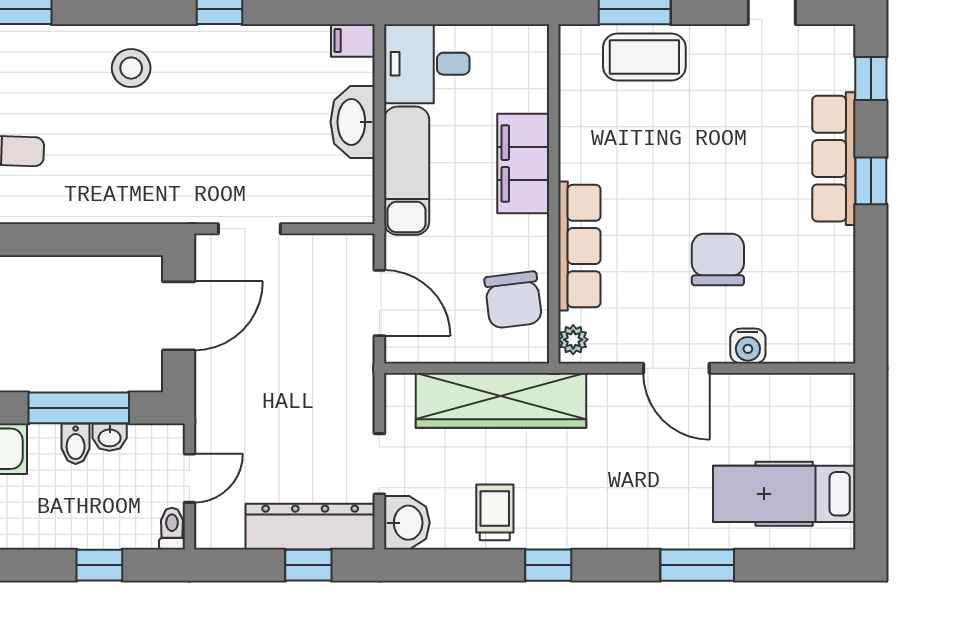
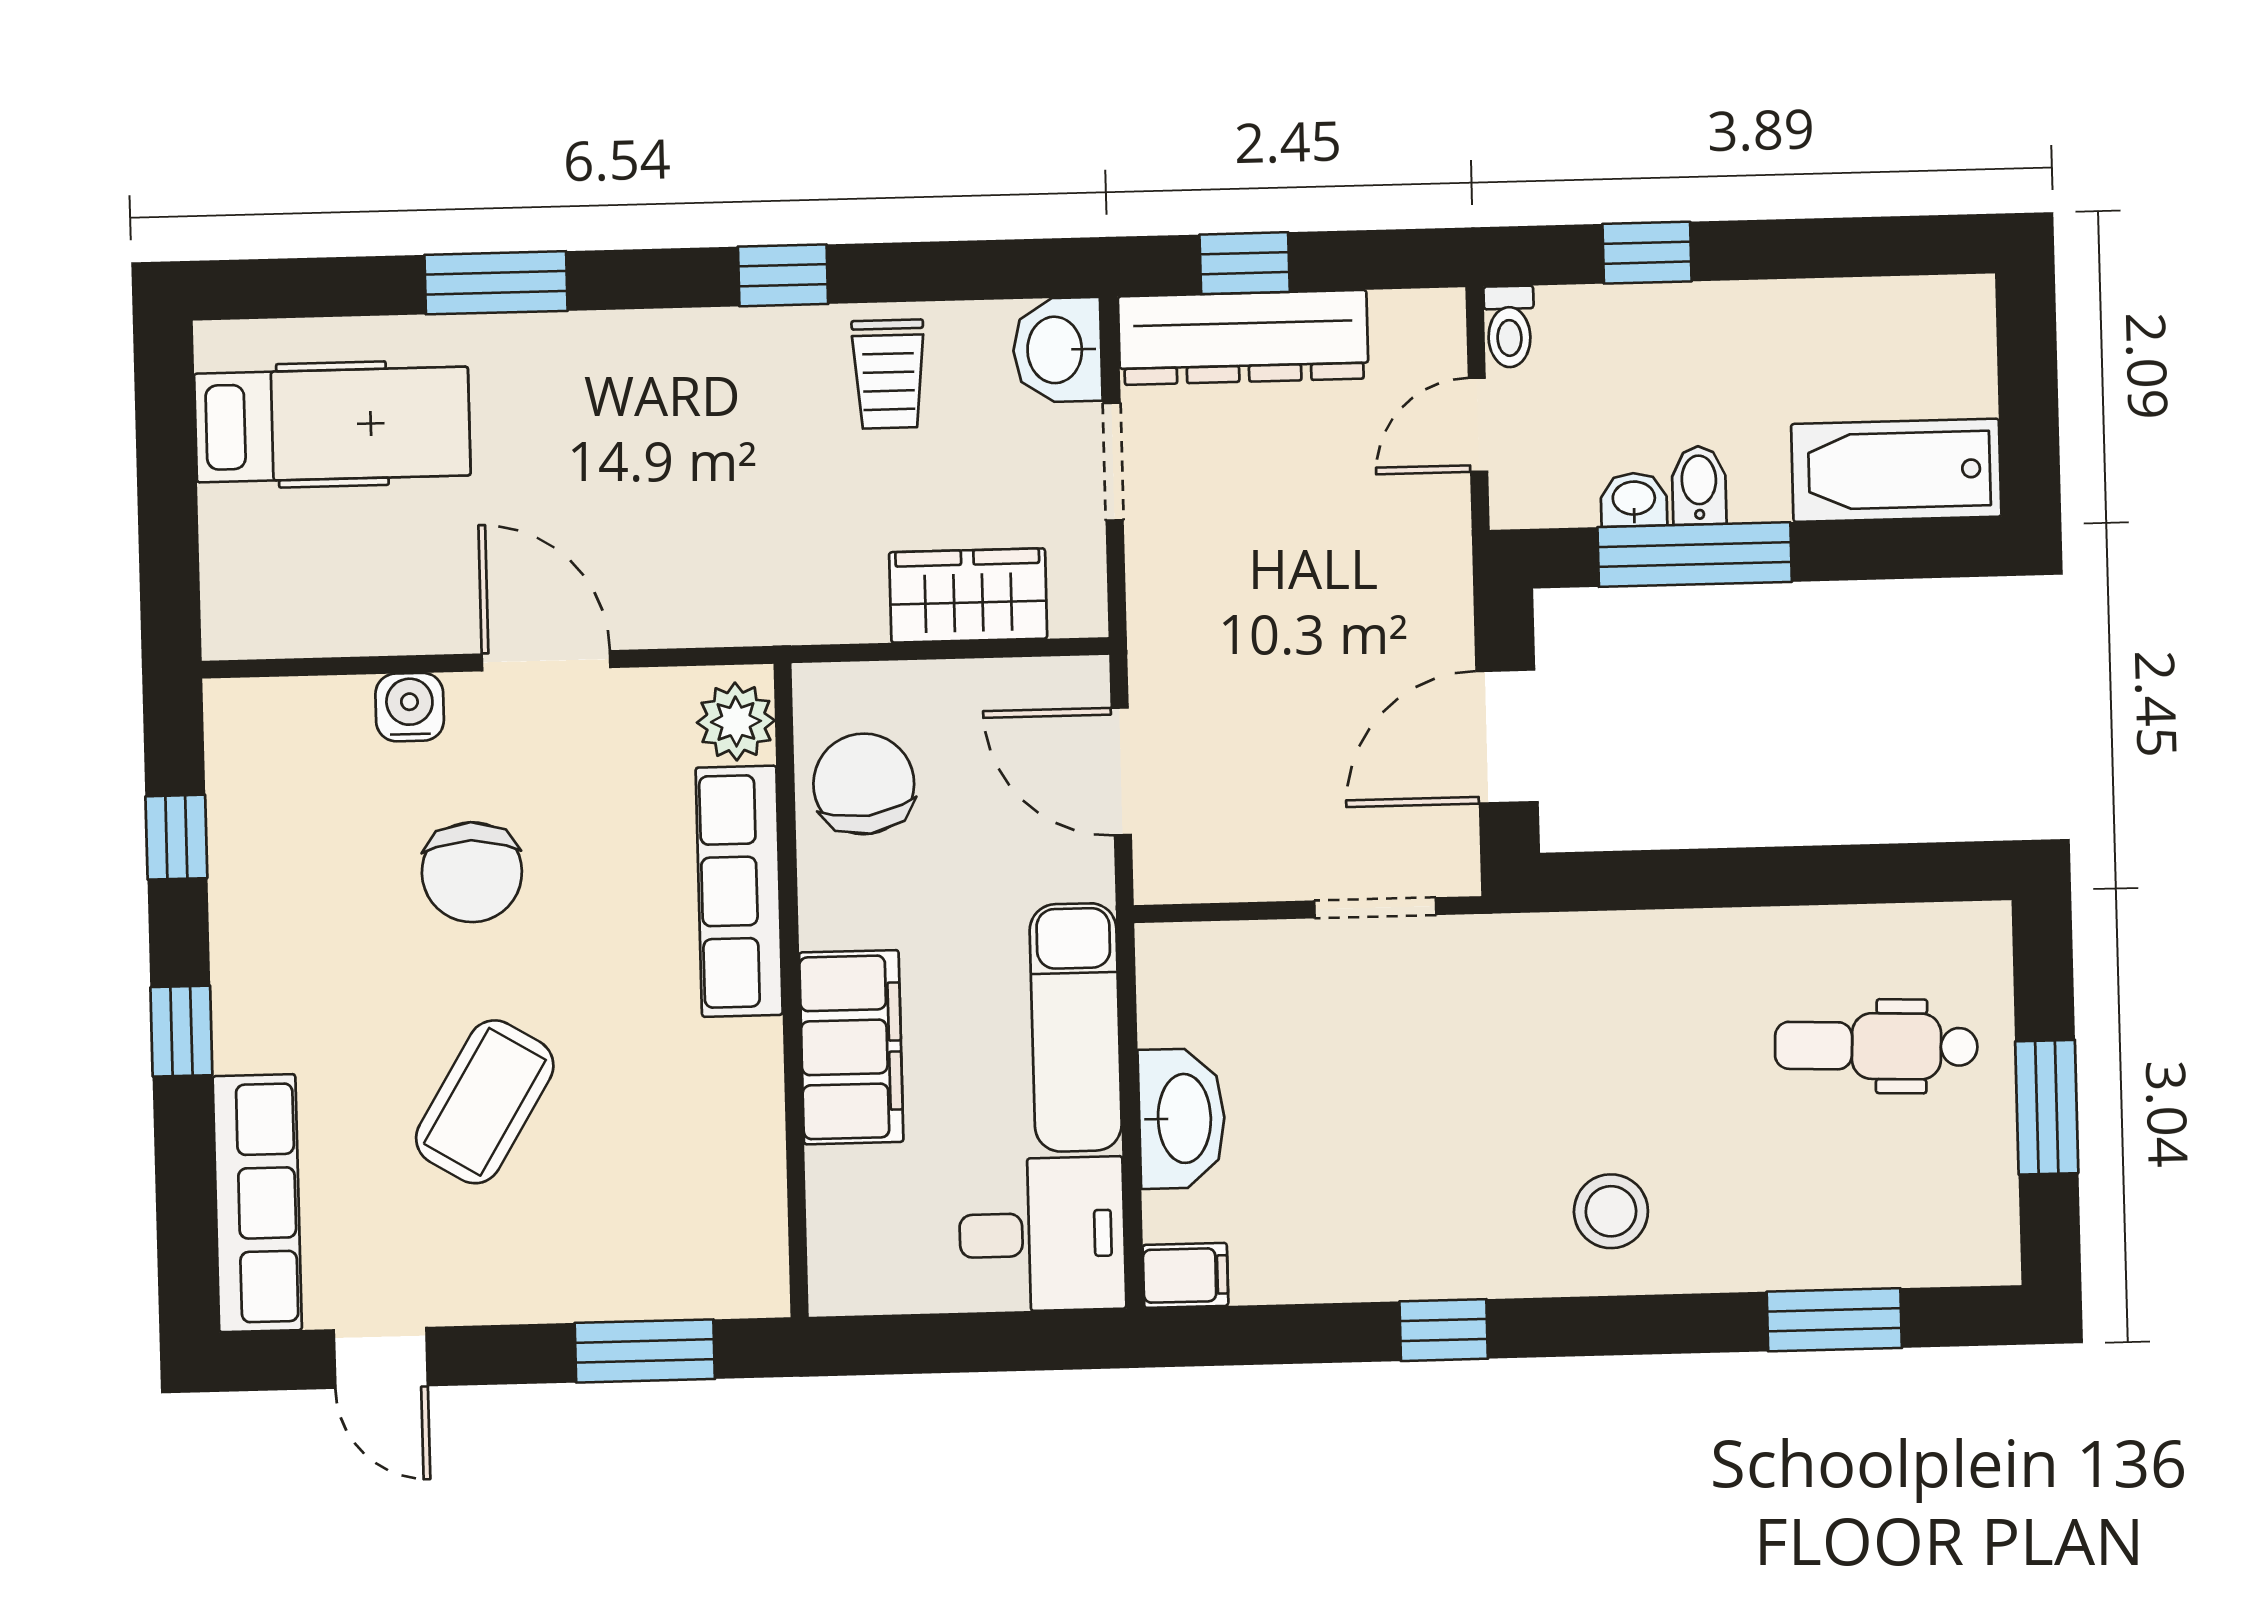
coffee table: (644, 57) -> (485, 1102), moved, turned -59
window: (871, 79) -> (176, 837), moved
row of seats: (834, 159) -> (257, 1203), moved
plant: (573, 340) -> (736, 721), width x1.38, depth x1.38
wardrobe: (501, 400) -> (968, 595), width x0.48, depth x0.85

